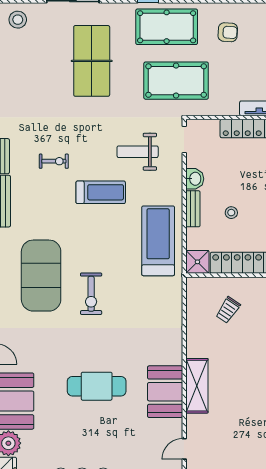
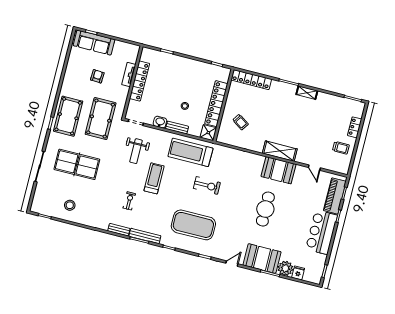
stool: (18, 20) -> (70, 205), moved
armchair: (228, 32) -> (97, 76), moved
exercise bike: (91, 294) -> (207, 185), moved

